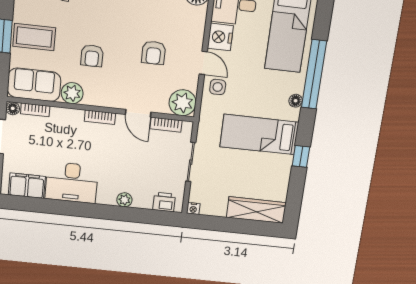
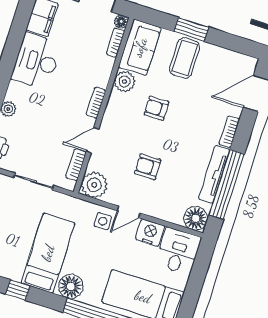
floor lamp: (296, 101) -> (71, 286), width x1.89, depth x1.89

